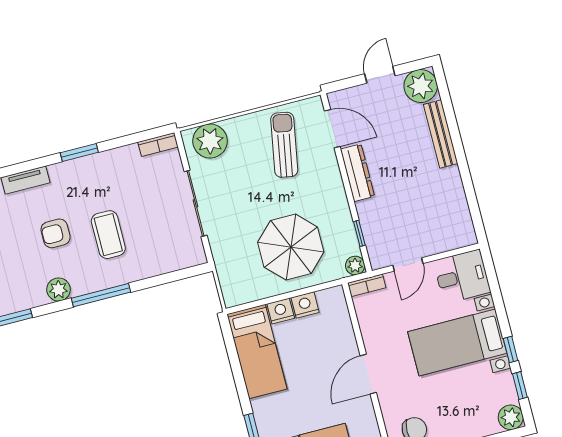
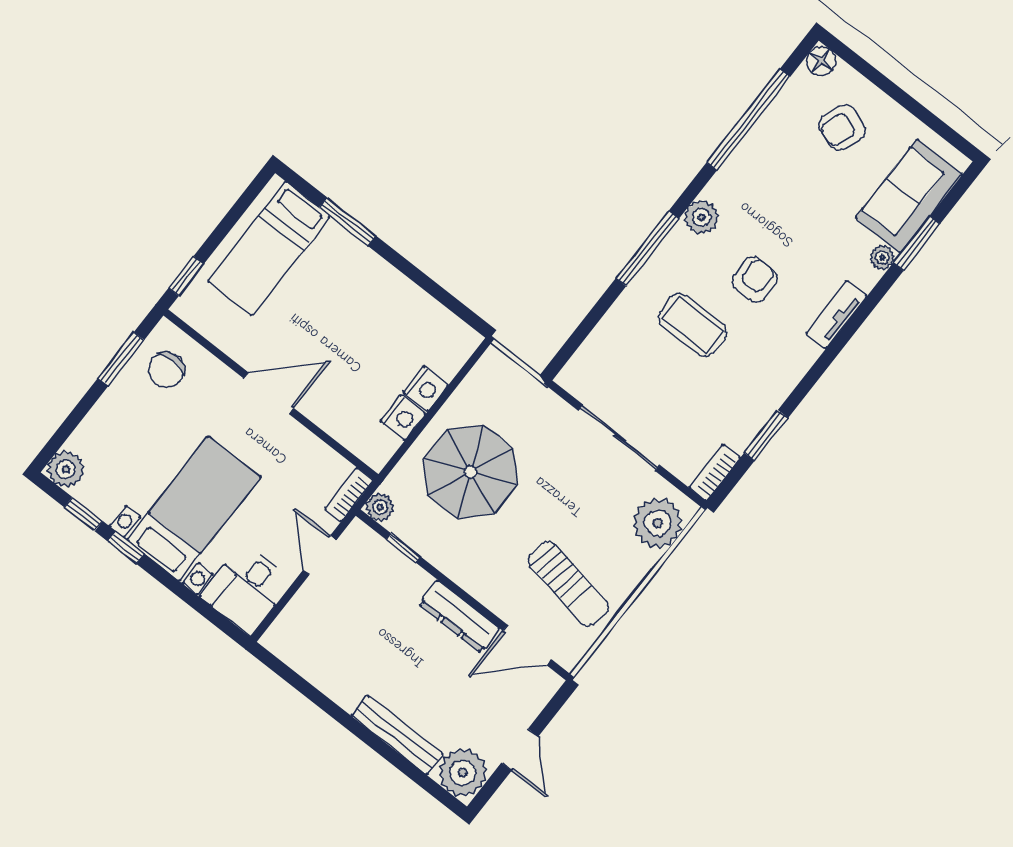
window: (79, 152) -> (766, 435), moved
bed: (257, 352) -> (417, 321), removed
door: (368, 374) -> (269, 393), hinge flipped

